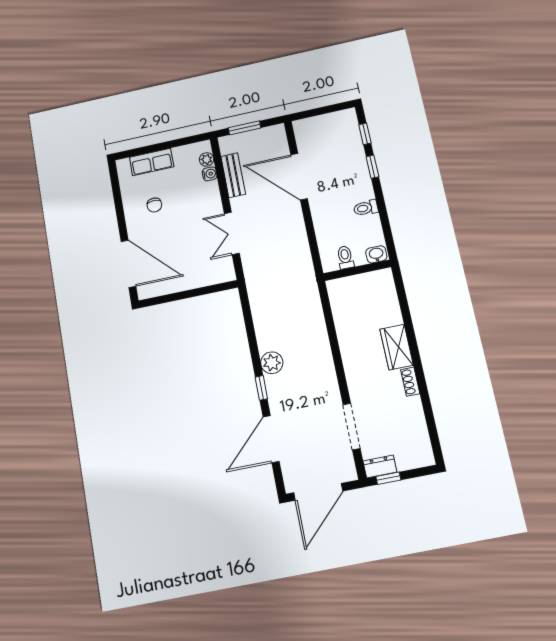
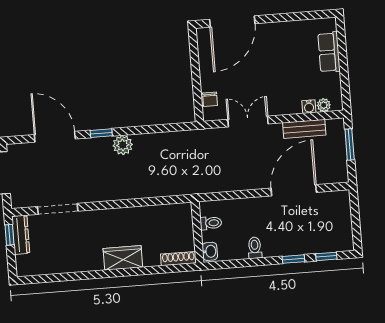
chair: (154, 205) -> (210, 99), moved, turned -90
shoe rack: (410, 382) -> (178, 259), moved, width x1.43
dresser: (380, 467) -> (21, 235), width x1.44

